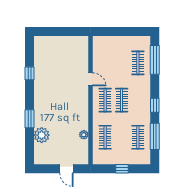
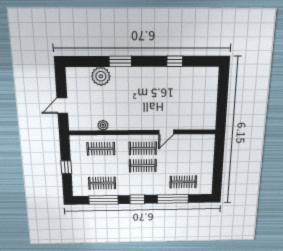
window: (155, 60) -> (173, 199), moved

